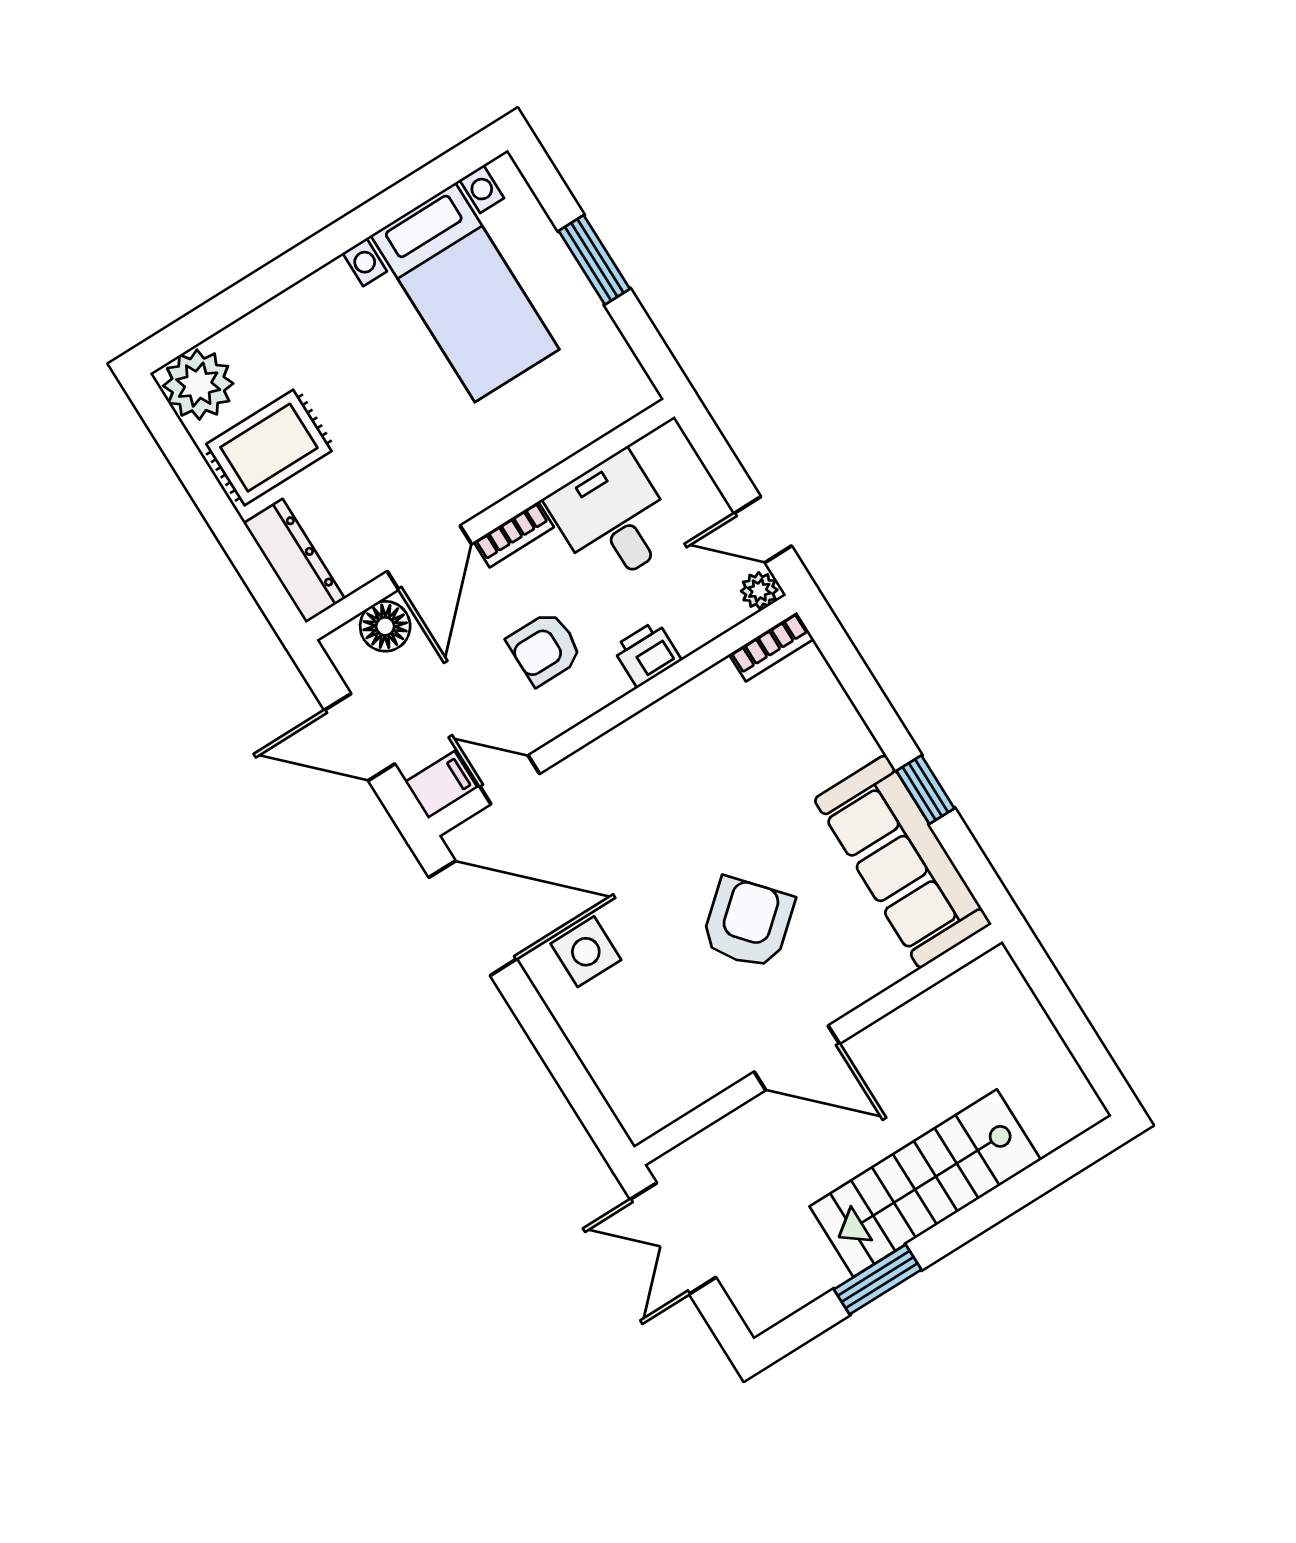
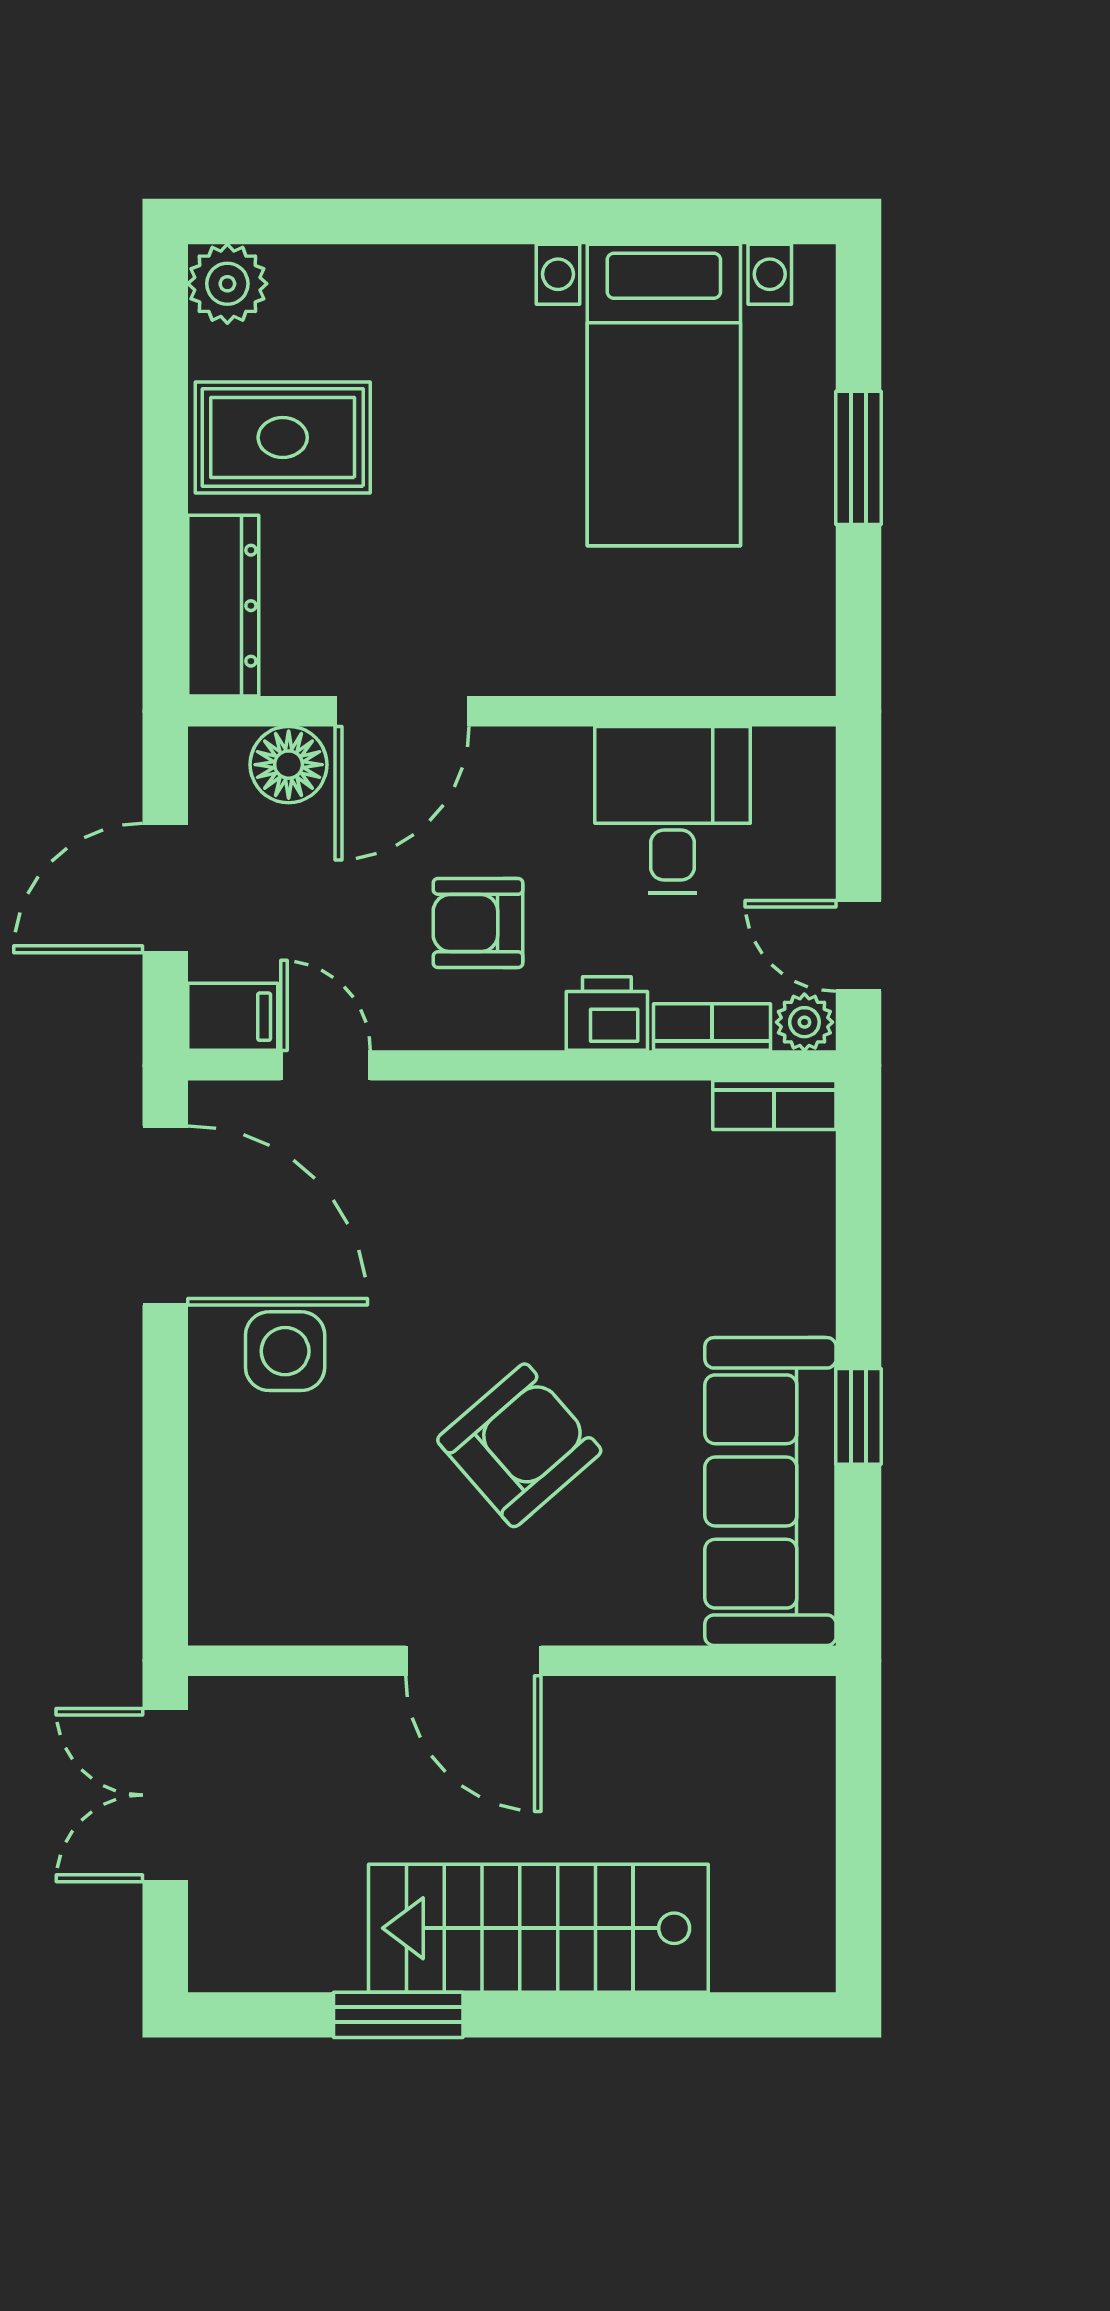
plant: (198, 385) -> (227, 284), width x0.73, depth x0.73
bookcase: (514, 534) -> (712, 1027), moved, turned 180
door: (360, 737) -> (165, 888), hinge flipped

